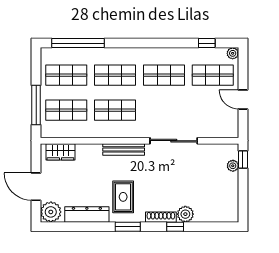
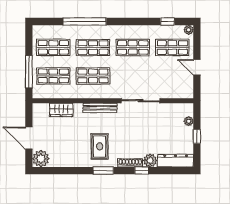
window: (78, 43) -> (85, 21), moved
wardrobe: (60, 152) -> (61, 110), moved
window: (243, 159) -> (197, 136), moved
dresser: (87, 214) -> (176, 161), moved

